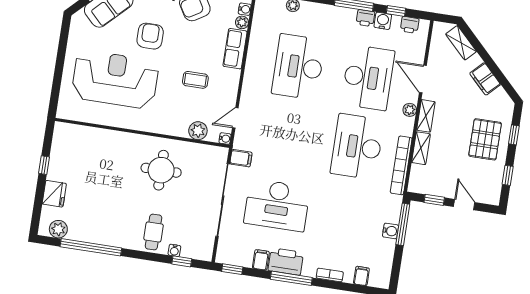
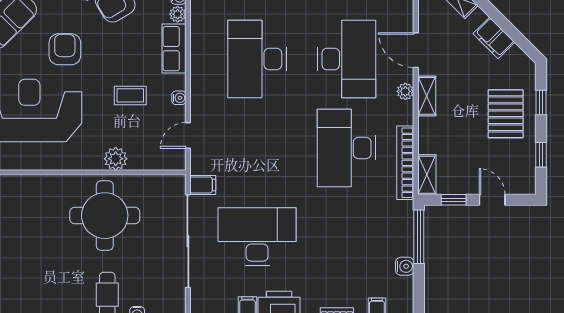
plant: (198, 131) -> (116, 159), moved
water cooler: (225, 139) -> (179, 98), moved
shelving: (421, 148) -> (427, 175), moved
round table: (161, 170) -> (105, 216), width x1.36, depth x1.36
desk: (277, 205) -> (257, 237), turned 180
water cooler: (390, 231) -> (405, 266), moved

